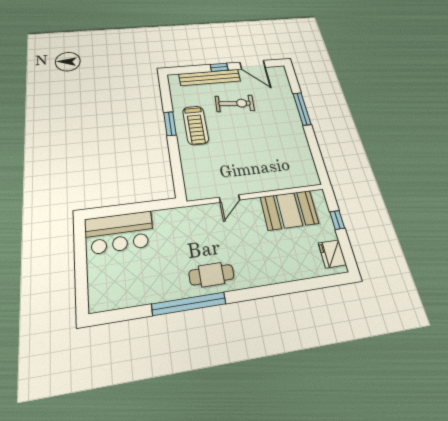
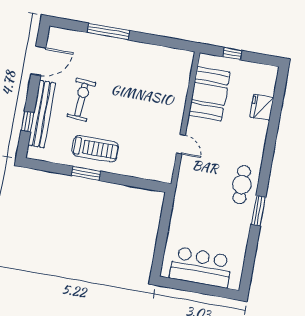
window: (219, 67) -> (27, 121), moved
bar counter: (119, 232) -> (201, 267), moved, turned -90
fridge: (332, 254) -> (262, 107), moved, turned 90
window: (189, 304) -> (258, 211), width x0.47

